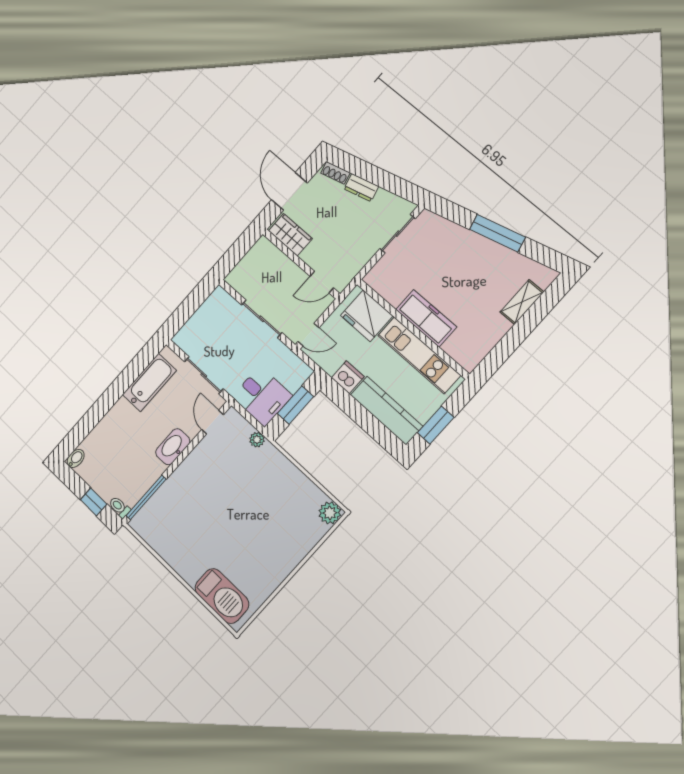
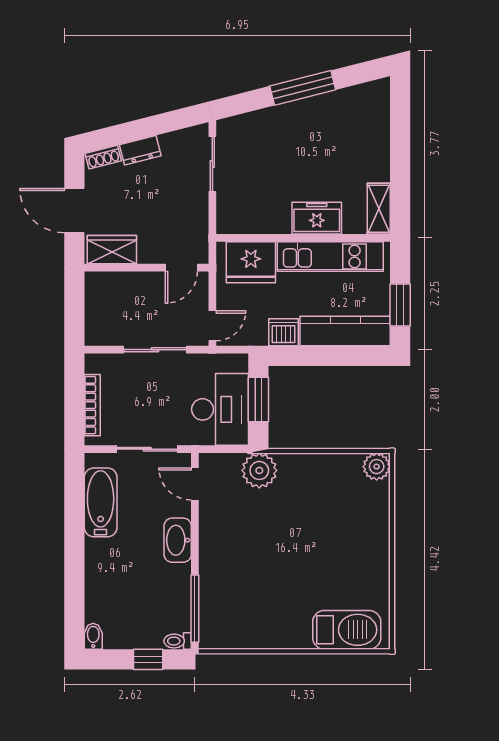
shelving: (522, 302) -> (379, 209), moved
freezer: (426, 318) -> (317, 218), width x0.71
bookcase: (196, 319) -> (92, 405), added
desk: (262, 396) -> (220, 409), width x1.37
plant: (257, 440) -> (259, 470), width x1.87, depth x1.87

